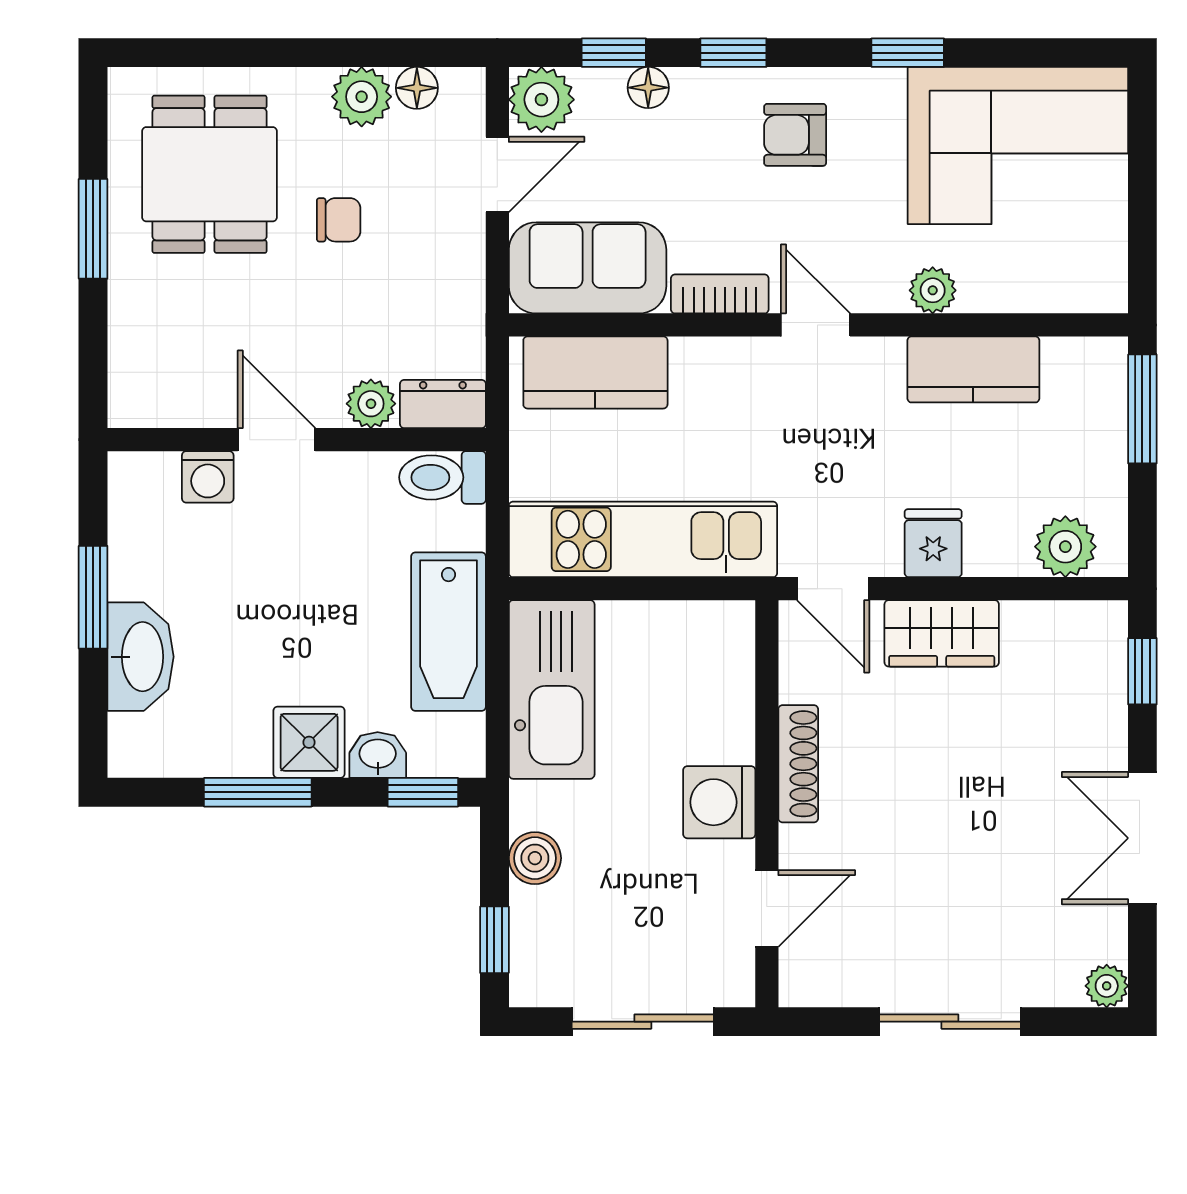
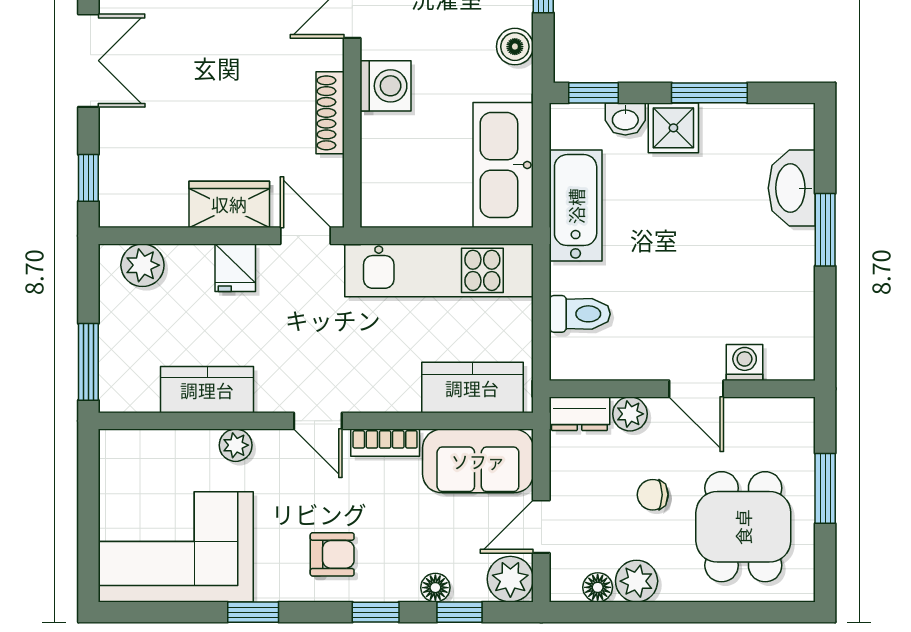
plant: (371, 404) -> (630, 414), moved
dresser: (443, 404) -> (579, 414), moved
door: (277, 440) -> (696, 389), moved
wall: (297, 440) -> (682, 389), moved
washing machine: (208, 477) -> (745, 363), moved

